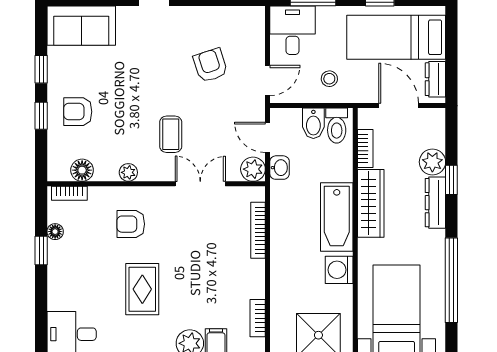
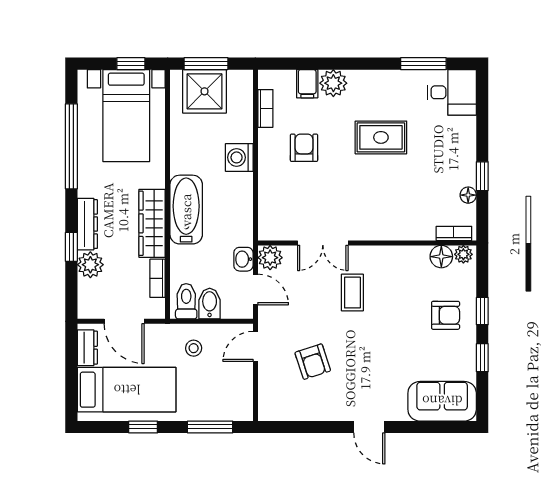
desk: (293, 30) -> (230, 397), removed
plant: (128, 172) -> (463, 254), moved
armchair: (131, 224) -> (304, 148), moved, turned -90
bookcase: (258, 230) -> (265, 196), removed
washing machine: (339, 270) -> (239, 157), moved, turned 180
rug: (142, 289) -> (381, 137), turned 90

